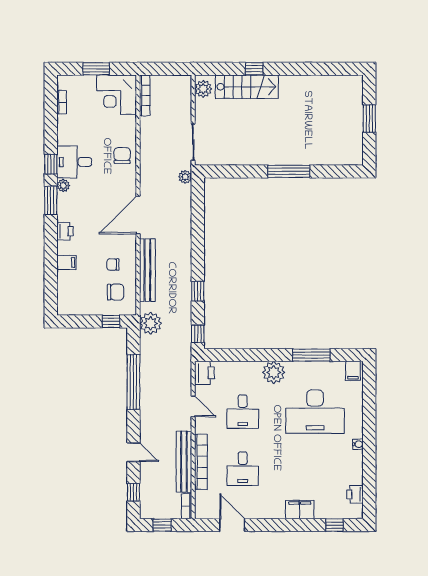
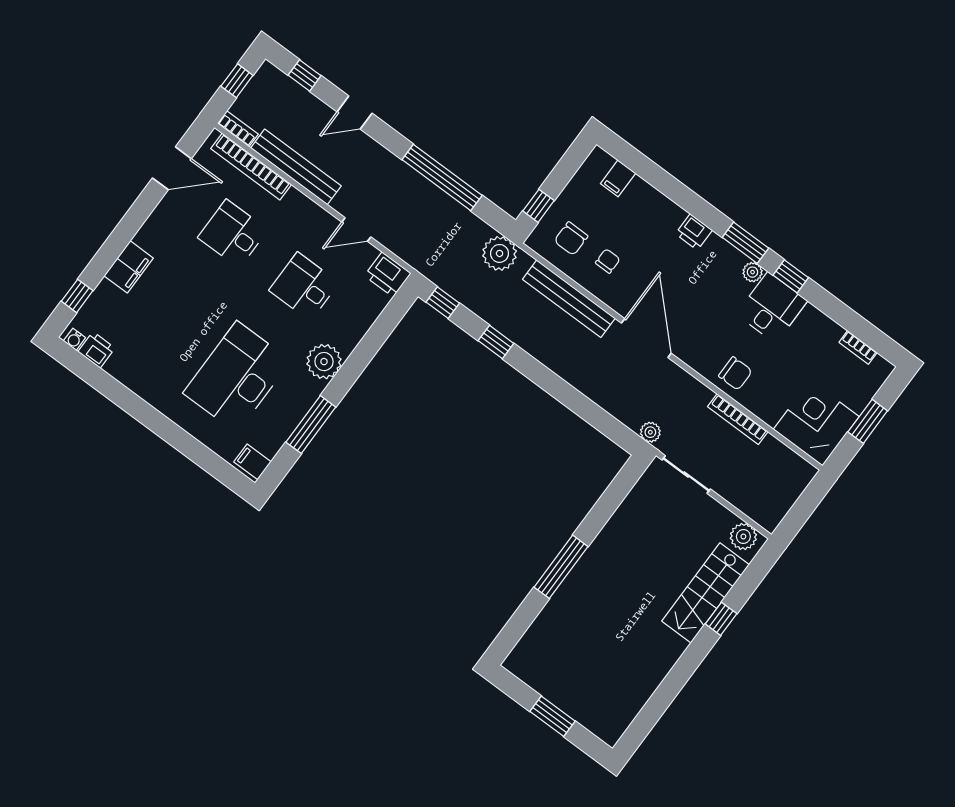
bookcase: (145, 95) -> (738, 419), moved
filing cabinet: (66, 262) -> (618, 178), moved
water cooler: (358, 444) -> (74, 339), moved
bookcase: (201, 462) -> (251, 167), moved

